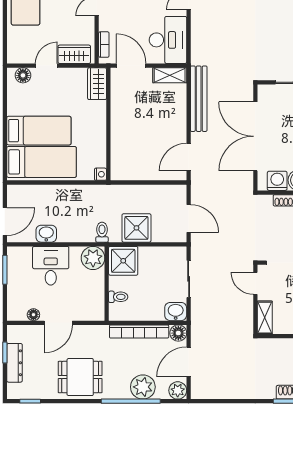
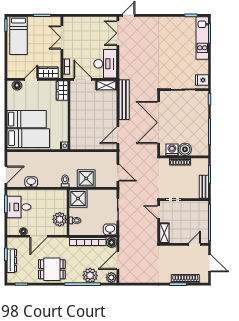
plant: (93, 258) -> (60, 219), moved
desk: (51, 266) -> (19, 207), moved, turned -90

